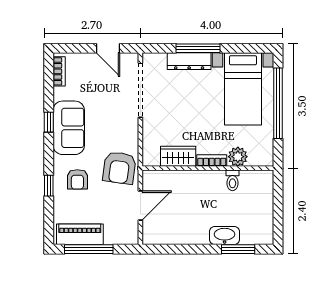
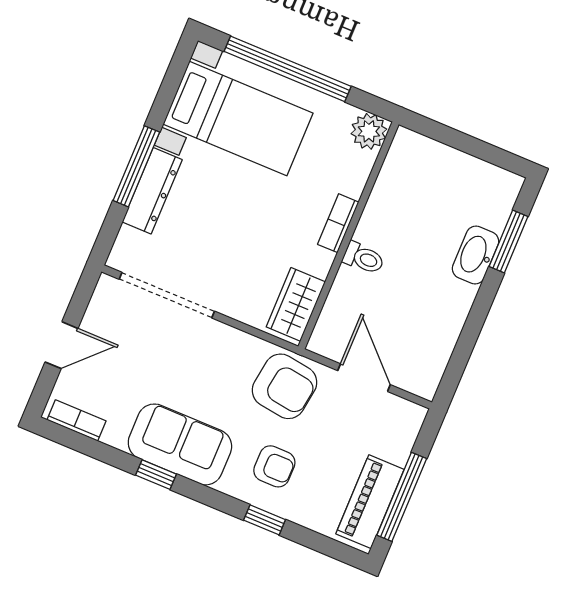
door: (108, 48) -> (61, 345), moved
wardrobe: (178, 156) -> (296, 304), moved
plant: (238, 157) -> (369, 131), moved
toilet: (233, 180) -> (364, 258), moved

